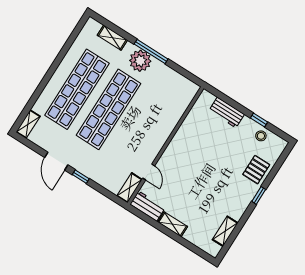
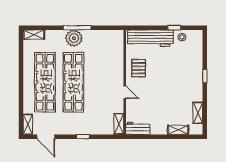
shelving: (112, 38) -> (34, 35), moved
workbench: (227, 112) -> (150, 38), width x1.88, depth x1.32
door: (56, 161) -> (46, 137), moved
pallet: (256, 170) -> (139, 68), moved
door: (149, 172) -> (125, 92), moved
shelving: (173, 224) -> (178, 130), moved

